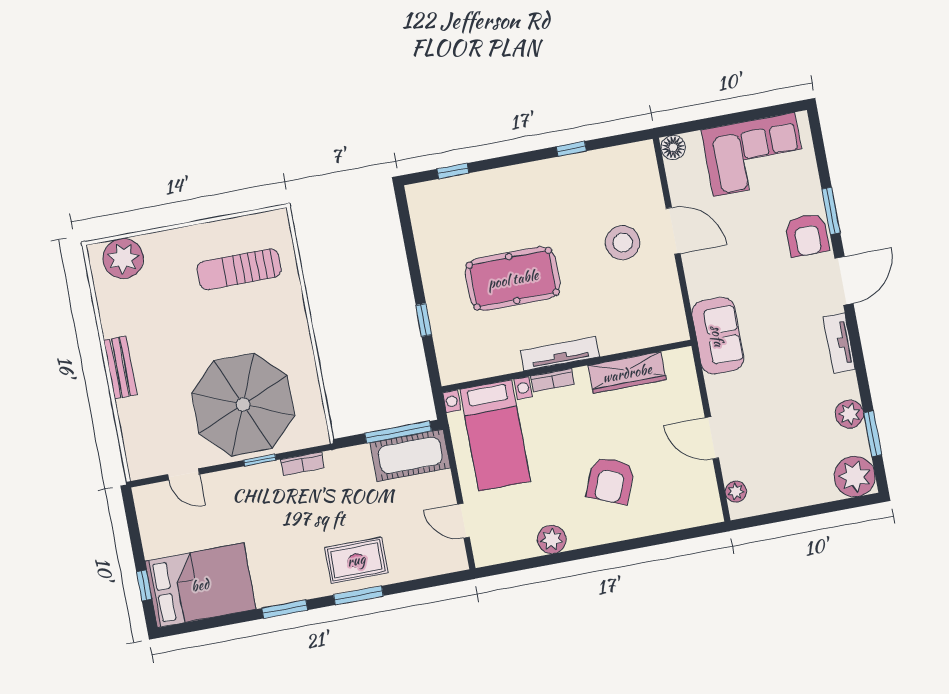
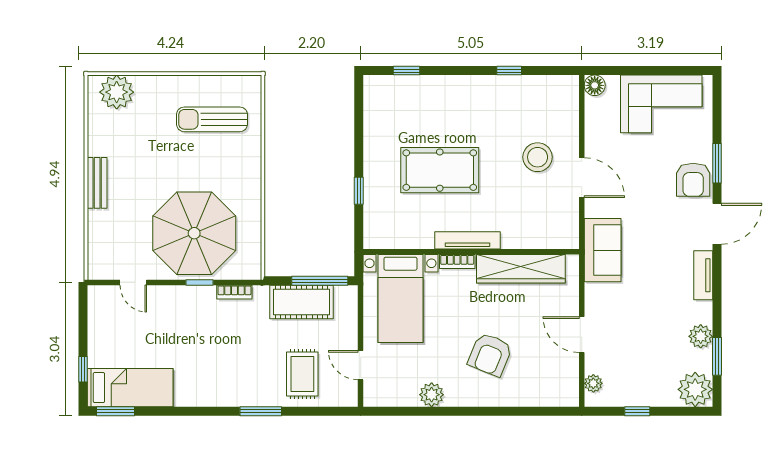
door: (673, 231) -> (582, 178), moved
wardrobe: (627, 373) -> (521, 269), width x1.40, depth x1.17
cot: (410, 455) -> (301, 302), moved
window: (793, 514) -> (637, 411), added
rug: (356, 560) -> (302, 374), moved, turned 90
bed: (200, 585) -> (130, 388), width x0.67
window: (285, 609) -> (115, 411), moved

